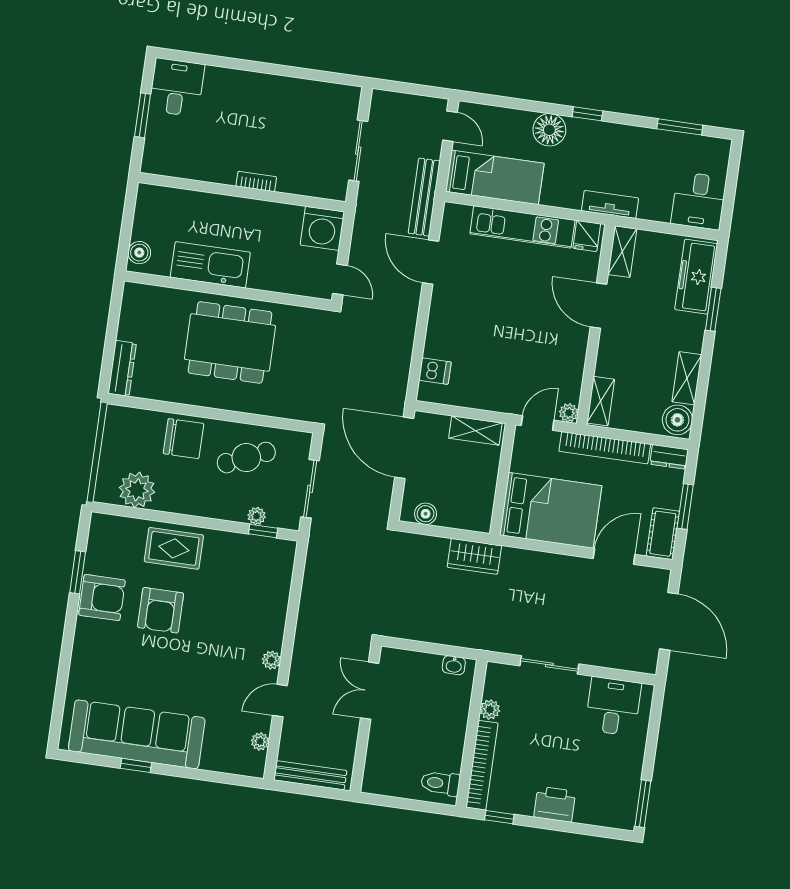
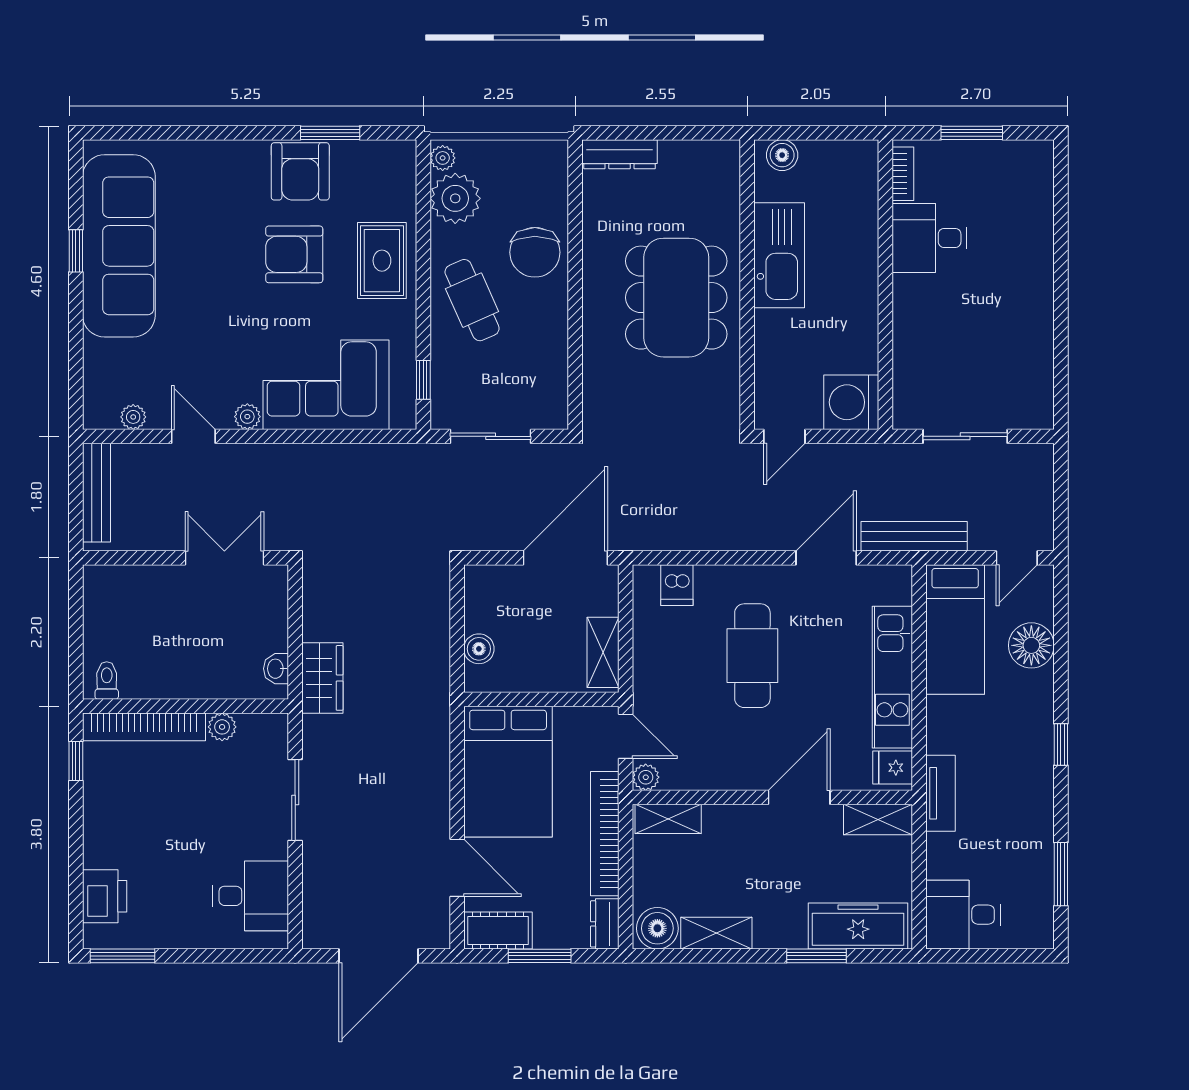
desk: (177, 87) -> (929, 238), moved, turned 180
floor lamp: (549, 130) -> (1031, 645), moved
bookcase: (256, 181) -> (903, 174), moved
cafe table: (493, 324) -> (752, 656), added
cafe table: (246, 458) -> (472, 300), moved
boiler: (426, 514) -> (479, 649), moved
plant: (257, 516) -> (443, 158), moved
wardrobe: (474, 556) -> (322, 678), moved, turned 180
corner sofa: (257, 601) -> (326, 385), added
toilet: (440, 783) -> (107, 681), width x0.73, depth x0.72
printer: (555, 804) -> (105, 896), moved

